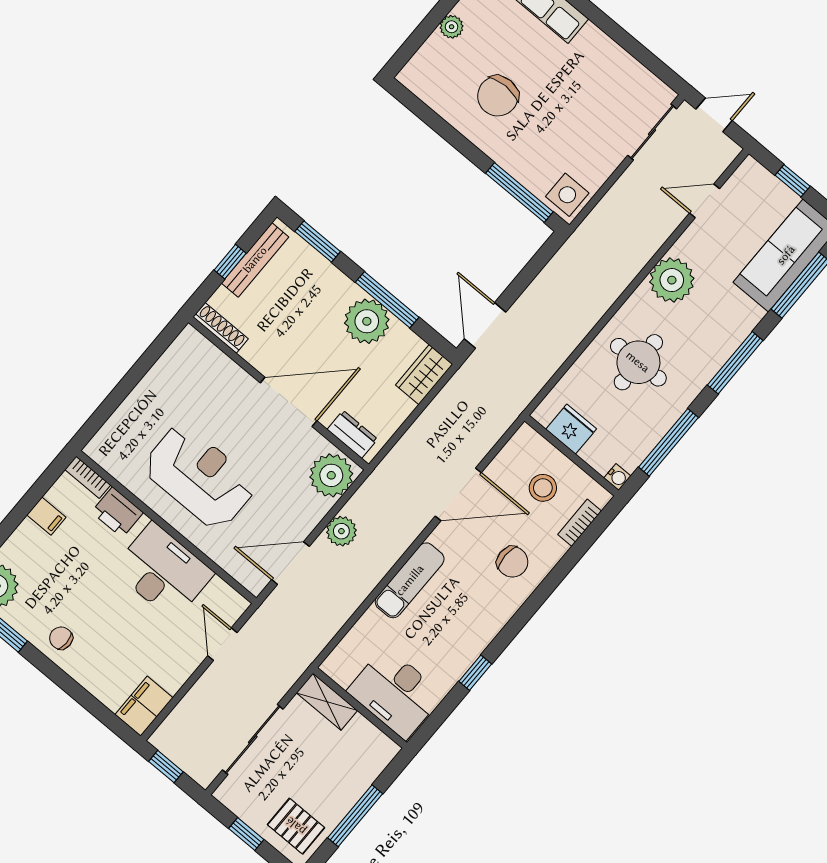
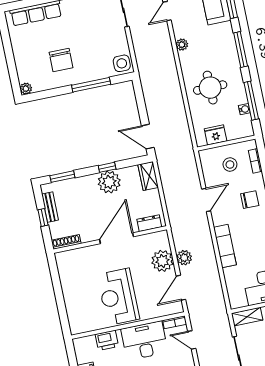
plant: (452, 27) -> (26, 89), moved
window: (519, 193) -> (91, 85), moved
bench: (255, 260) -> (50, 207), width x0.73
plant: (672, 280) -> (182, 45), width x0.53, depth x0.53
window: (387, 300) -> (107, 167), width x0.46
plant: (331, 475) -> (162, 261), moved
bookcase: (88, 477) -> (175, 322), moved
reception desk: (199, 477) -> (118, 297), turned -90
water cooler: (617, 477) -> (244, 109), moved
door: (458, 494) -> (206, 200), width x0.73

